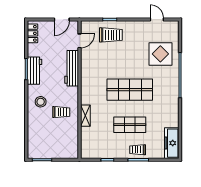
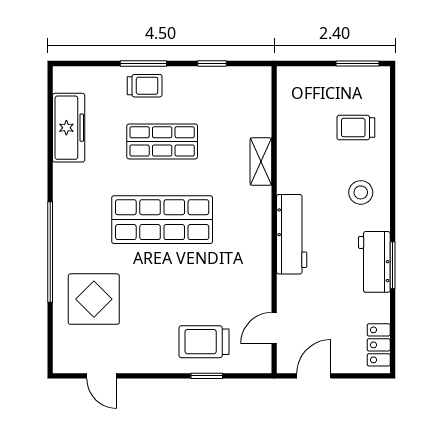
workbench: (72, 68) -> (292, 234), moved
trolley: (61, 112) -> (356, 128), moved
freezer: (172, 143) -> (69, 128), moved

